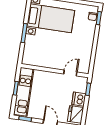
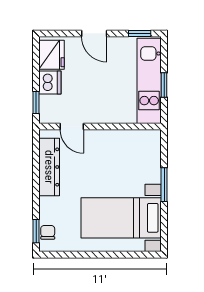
dresser: (86, 52) -> (49, 167), added
door: (70, 73) -> (72, 127), hinge flipped

